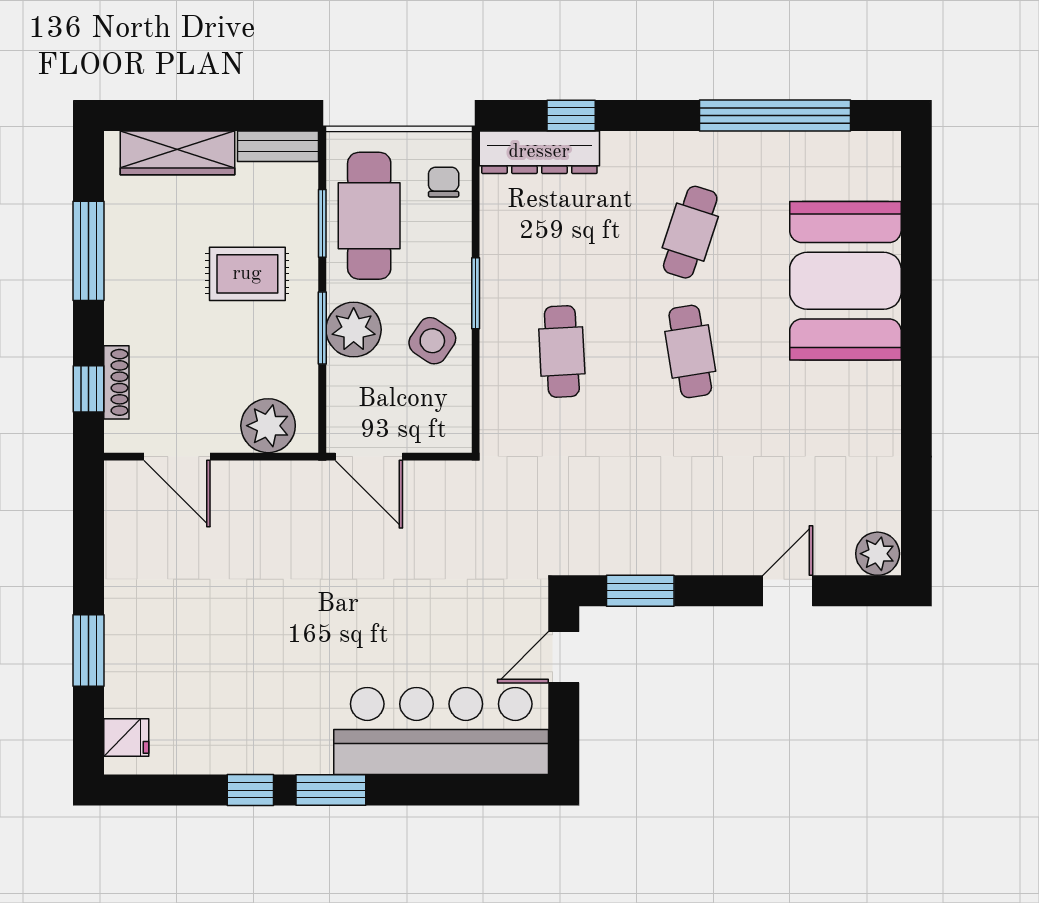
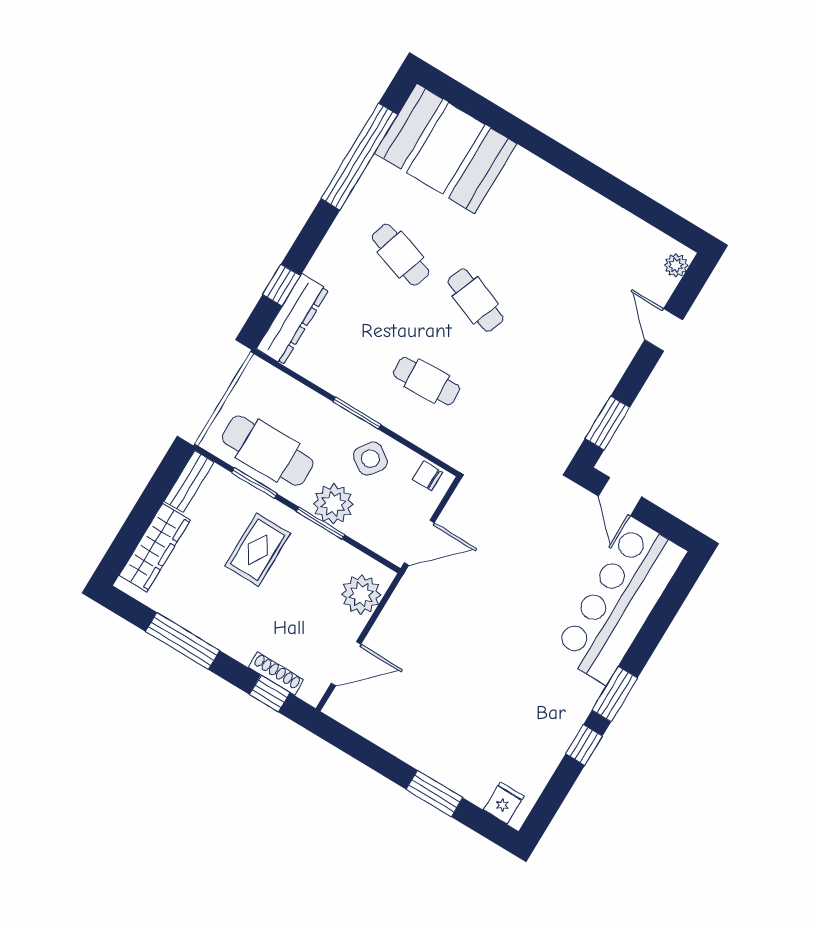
chair: (444, 182) -> (428, 476), moved
booth: (845, 281) -> (446, 148), moved
cafe table: (690, 351) -> (476, 300), turned 30
plant: (878, 554) -> (676, 265), width x0.73, depth x0.73

